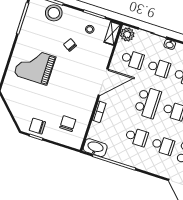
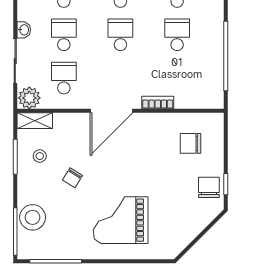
grand piano: (35, 66) -> (121, 220), turned 90
door: (103, 82) -> (112, 111), swing flipped
school desk: (148, 102) -> (120, 35), width x0.54
chair: (37, 126) -> (209, 187), turned 180
washbasin: (95, 148) -> (213, 91), removed

